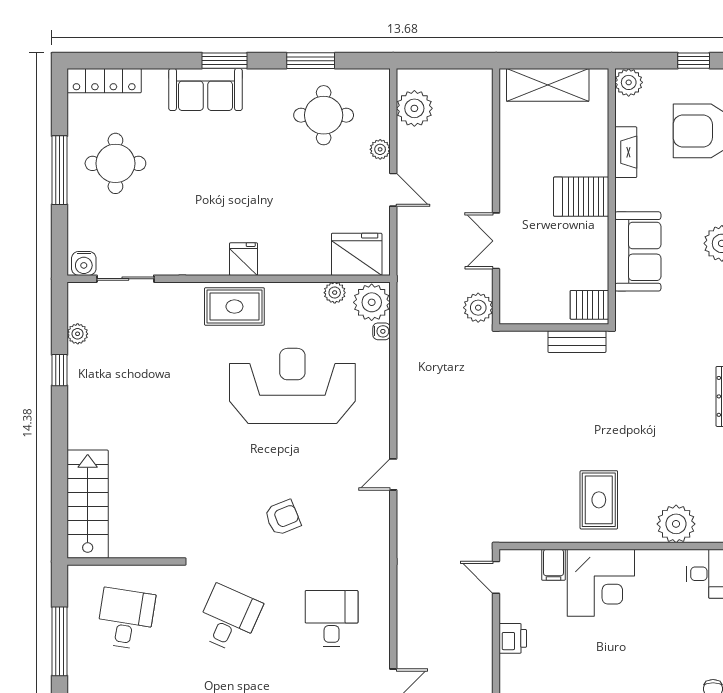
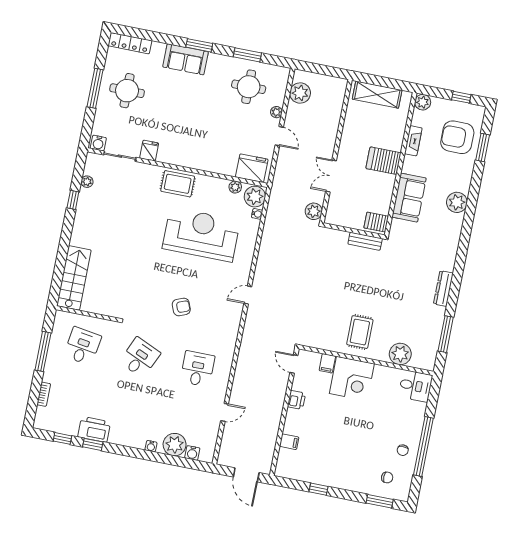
fridge: (243, 259) -> (149, 151), moved

